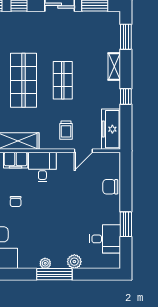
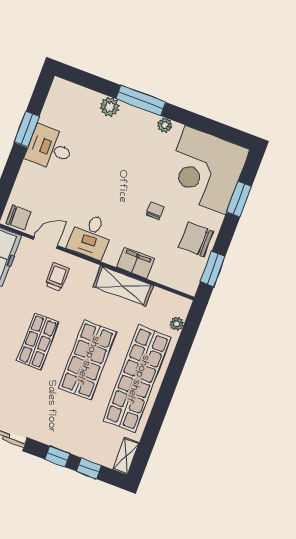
desk: (42, 167) -> (91, 236), moved
chair: (110, 187) -> (18, 218), moved
desk: (105, 239) -> (50, 148), moved
plant: (45, 263) -> (165, 125), moved

